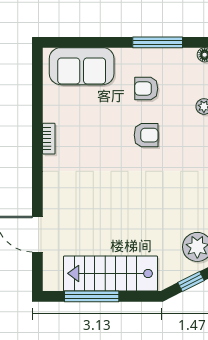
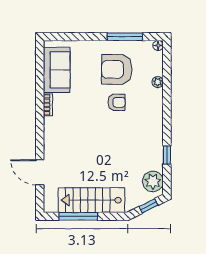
sofa: (82, 66) -> (57, 70), moved, turned -90
armchair: (146, 89) -> (117, 69), width x1.88, depth x1.88

